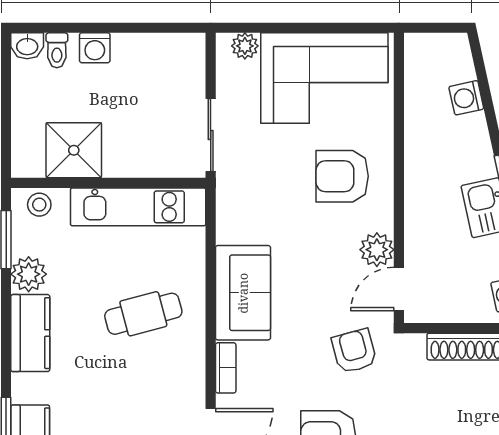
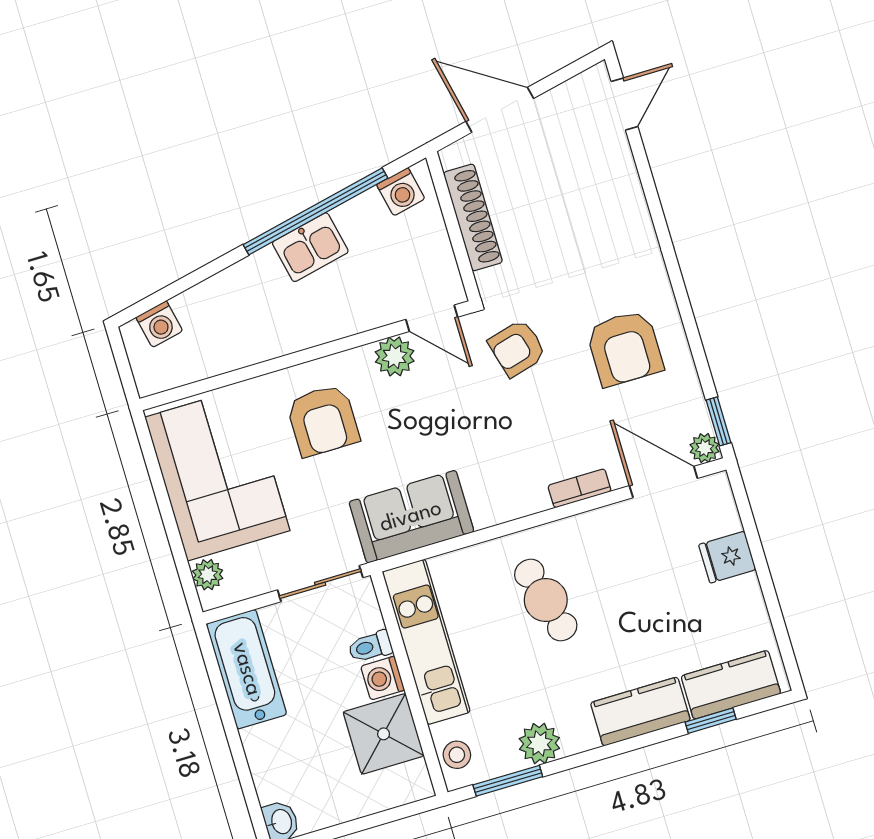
washing machine: (95, 48) -> (383, 678), moved, turned 180
toilet: (57, 50) -> (370, 647), moved, turned 180
bathtub: (159, 55) -> (246, 669), added
washing machine: (466, 98) -> (159, 324), moved
sofa: (243, 293) -> (411, 517), moved
kitchen counter: (30, 333) -> (640, 712), moved

